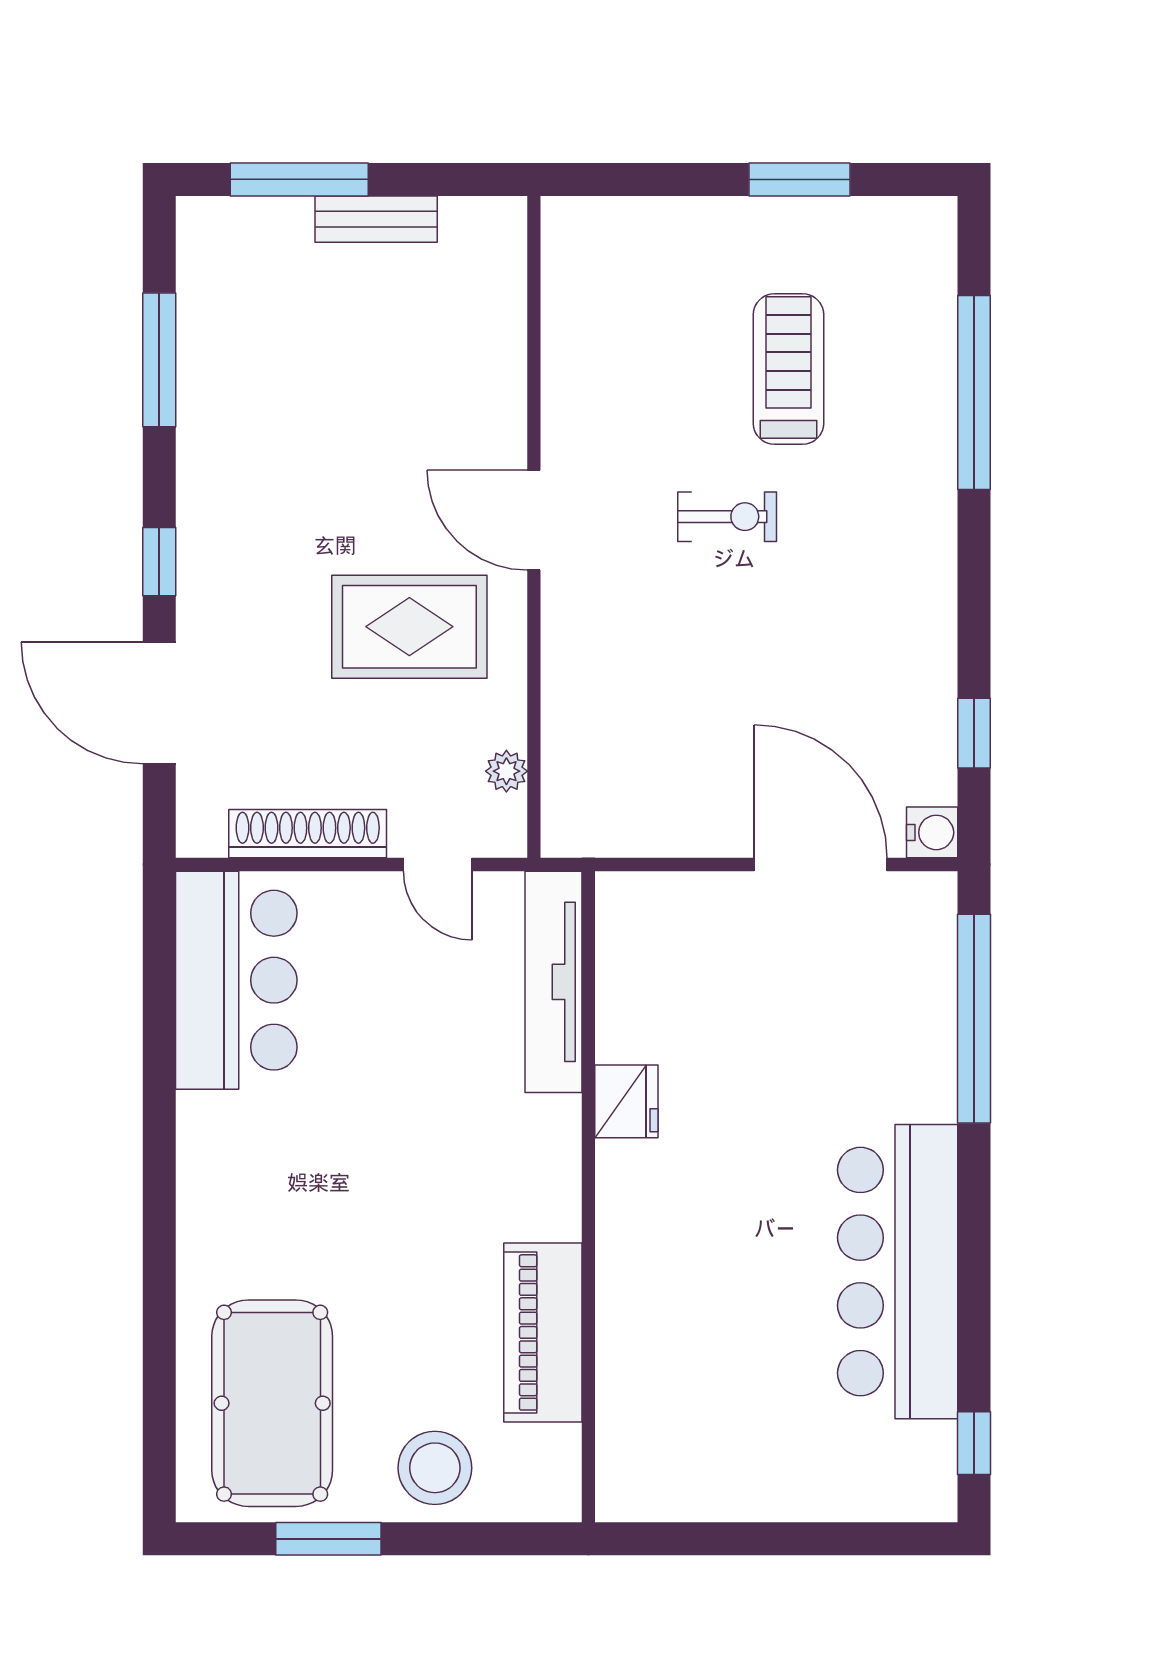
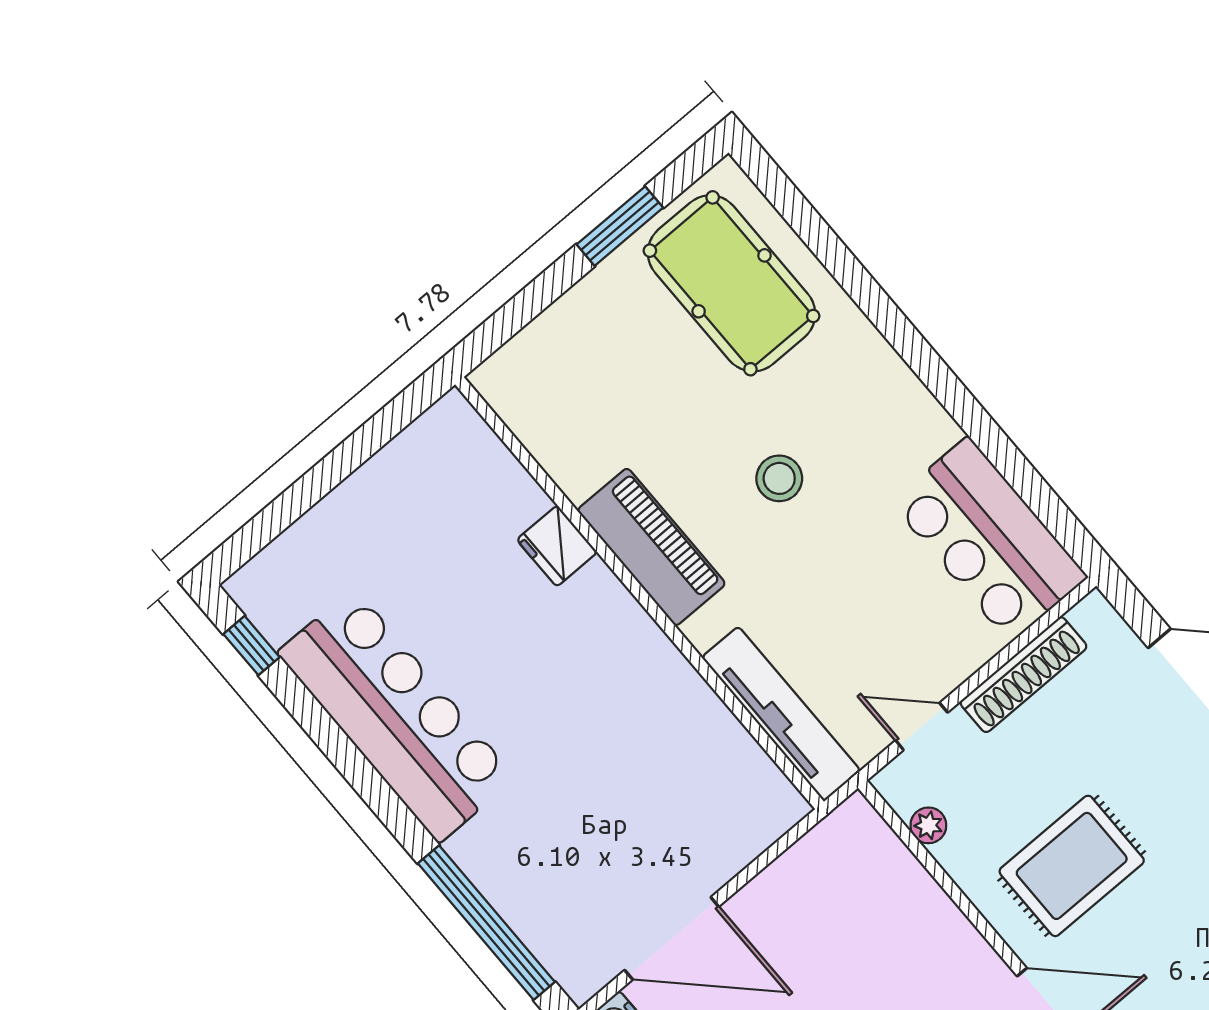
fridge: (626, 1101) -> (557, 546), moved
piano: (543, 1332) -> (651, 547), moved
stool: (435, 1468) -> (779, 478), moved, width x0.73, depth x0.73

